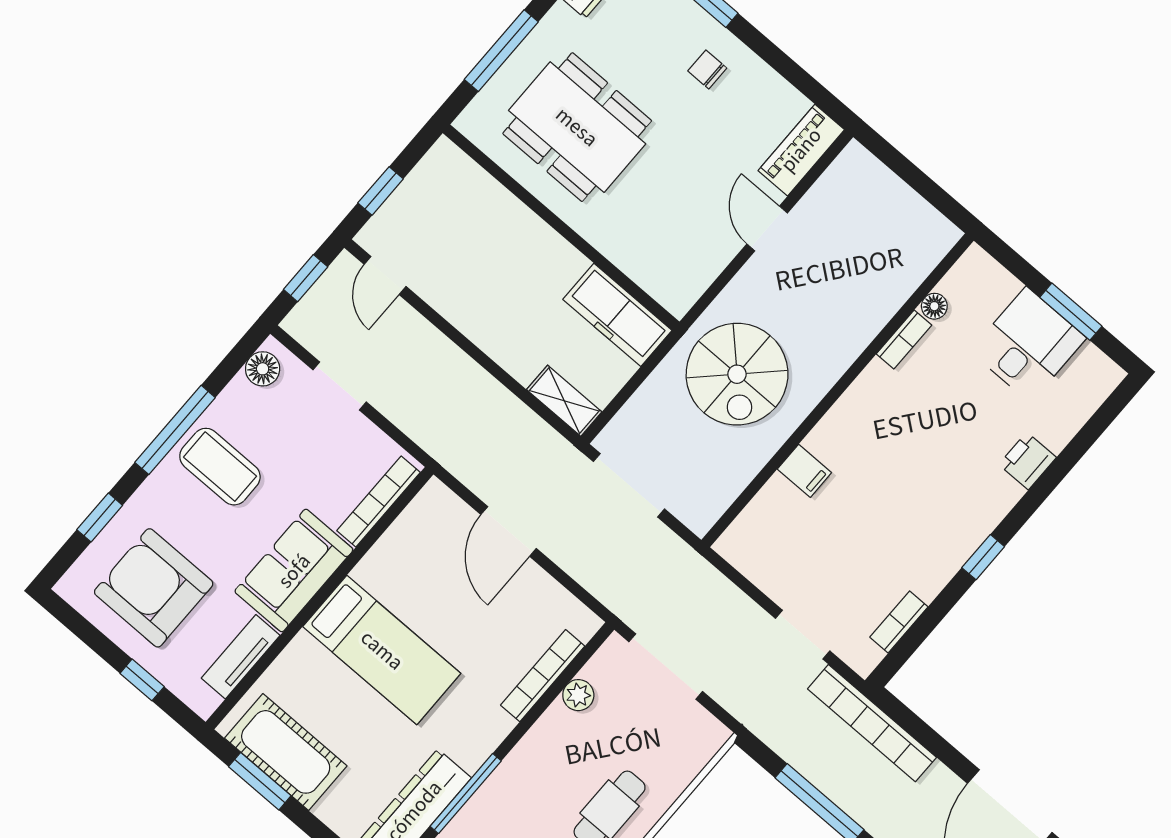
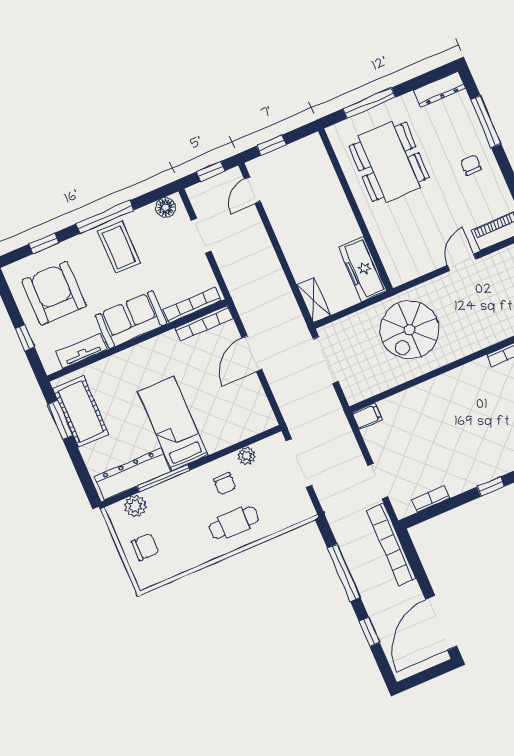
filing cabinet: (804, 471) -> (367, 416), moved, turned -90
bed: (382, 650) -> (173, 424), moved, turned 180
bookcase: (543, 676) -> (204, 323), moved, turned 180
chair: (566, 755) -> (225, 484), added

